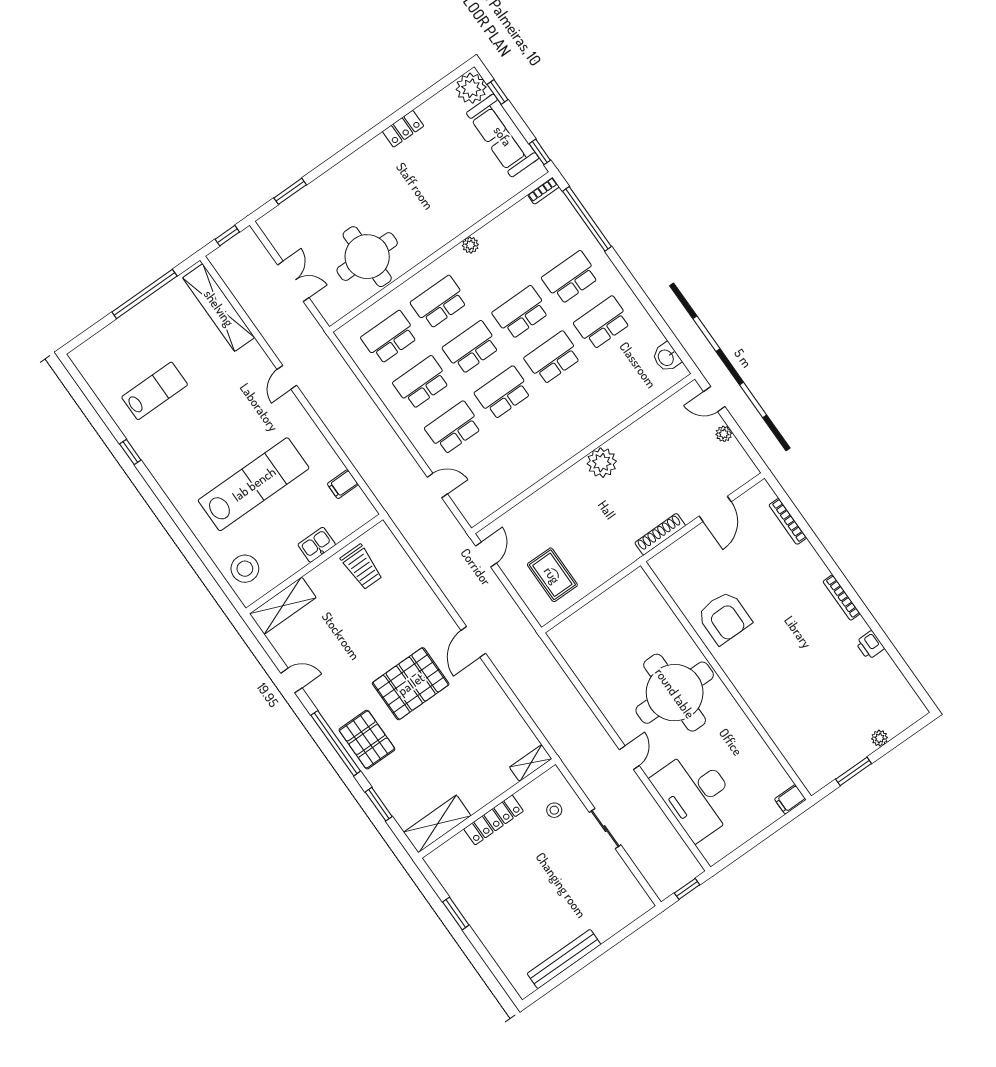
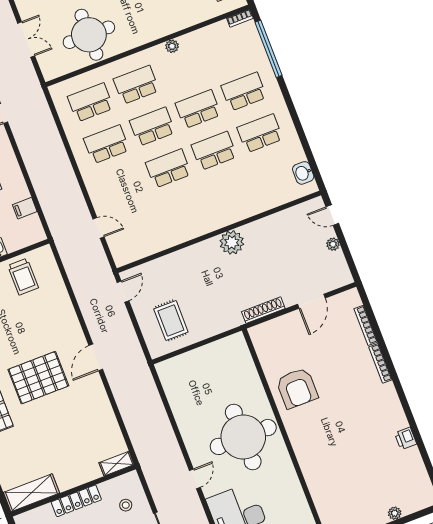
school desk: (454, 428) -> (123, 186), removed
bookcase: (842, 598) -> (380, 363), moved

